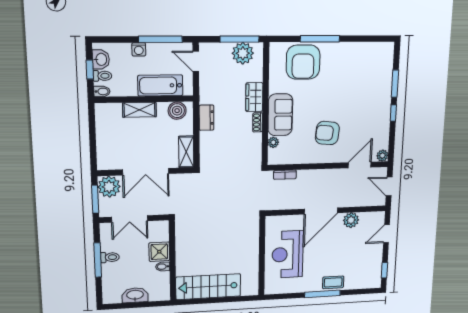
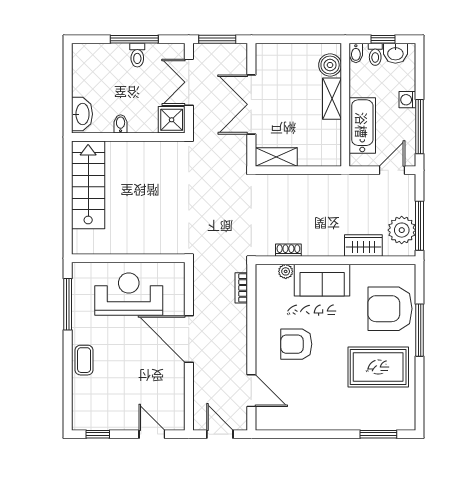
rug: (346, 71) -> (378, 367), added
window: (395, 84) -> (378, 434), moved
wardrobe: (254, 97) -> (363, 245), moved
boiler: (177, 111) -> (330, 65), moved
window: (393, 113) -> (321, 434), removed
dresser: (206, 118) -> (320, 183), removed
shoe rack: (258, 122) -> (288, 250), moved
armchair: (327, 133) -> (296, 344), turned -96
plant: (382, 156) -> (263, 422), removed
door: (389, 186) -> (220, 434), hinge flipped
plant: (109, 187) -> (233, 58), removed
plant: (351, 220) -> (174, 382), removed
shower: (159, 252) -> (172, 120), moved
window: (322, 294) -> (68, 304), moved
washbasin: (135, 295) -> (82, 114), moved

